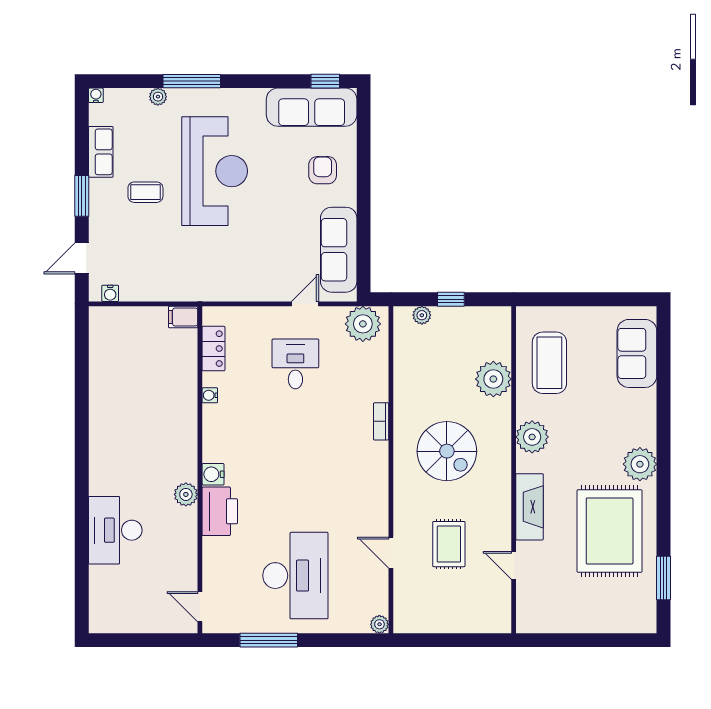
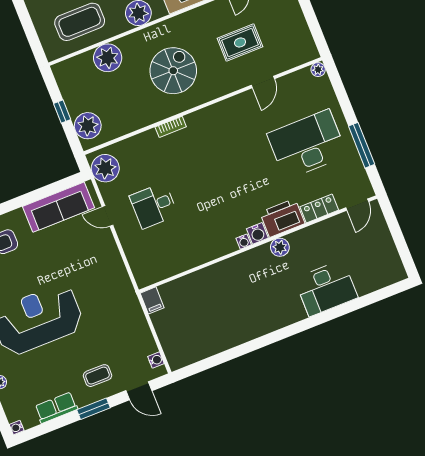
coffee table: (145, 192) -> (97, 376), moved, turned 90
plant: (422, 315) -> (88, 126), width x1.88, depth x1.88
locker: (214, 349) -> (319, 208), moved
water cooler: (210, 395) -> (244, 242), moved

